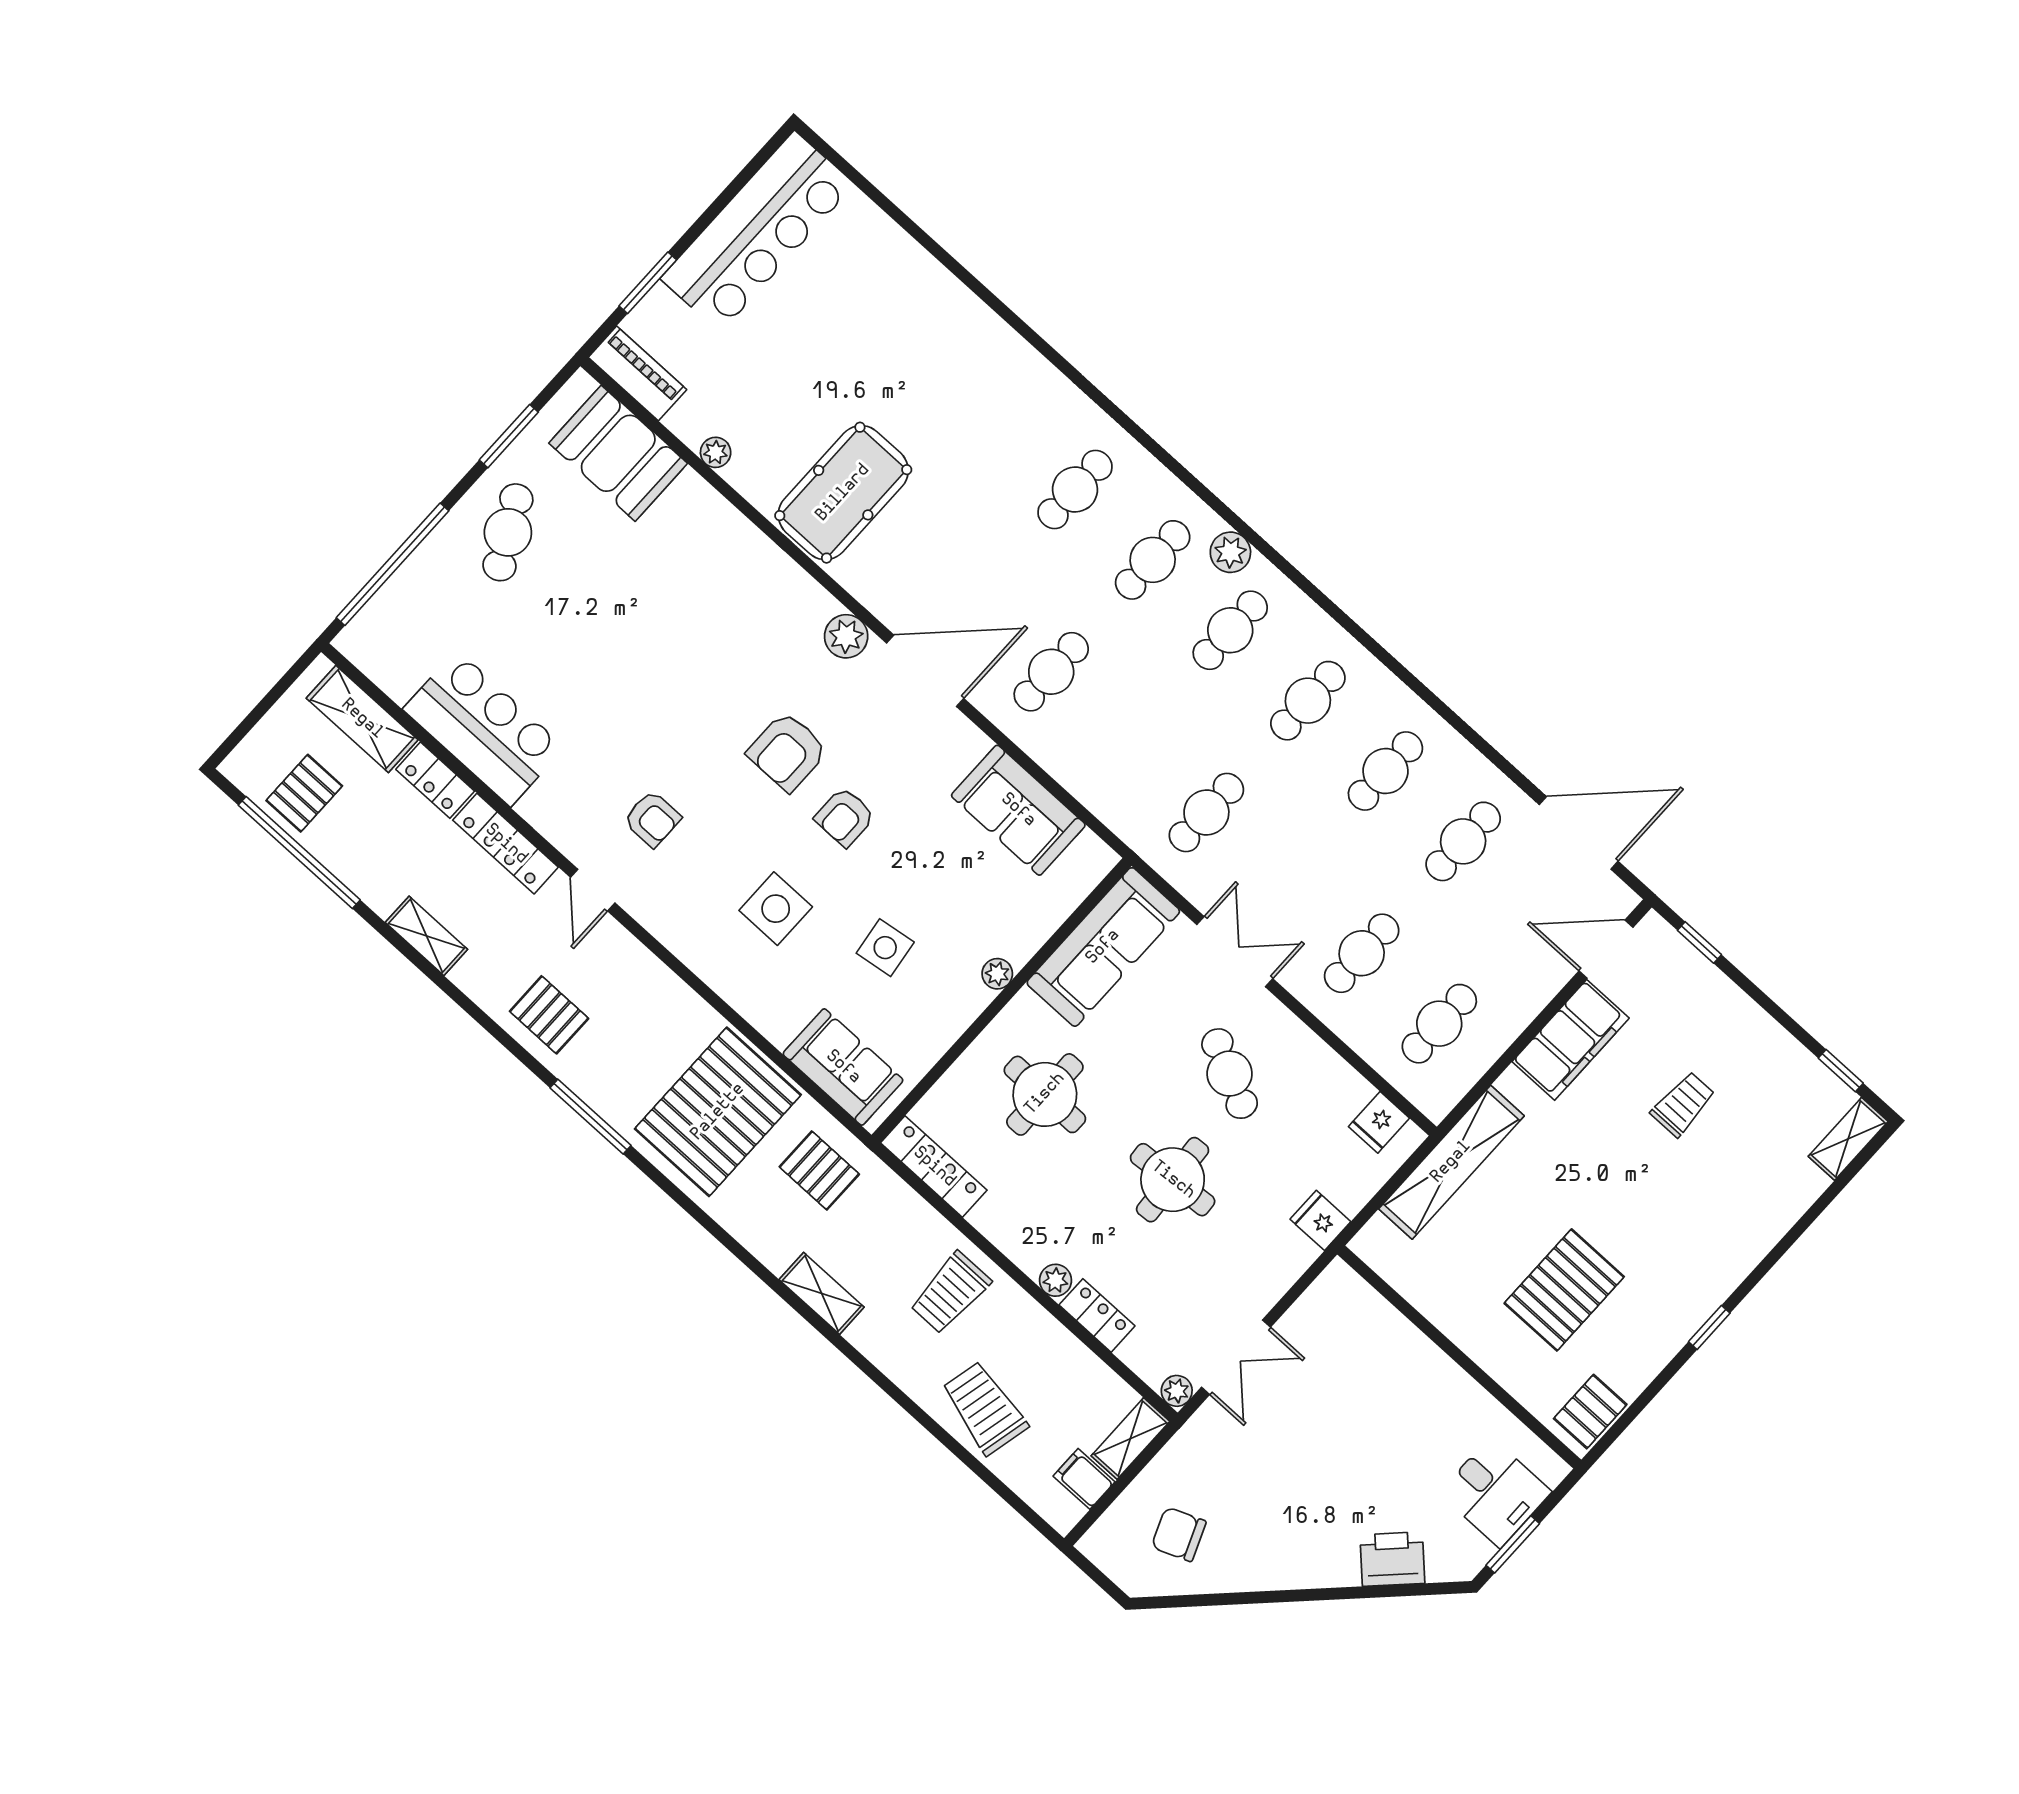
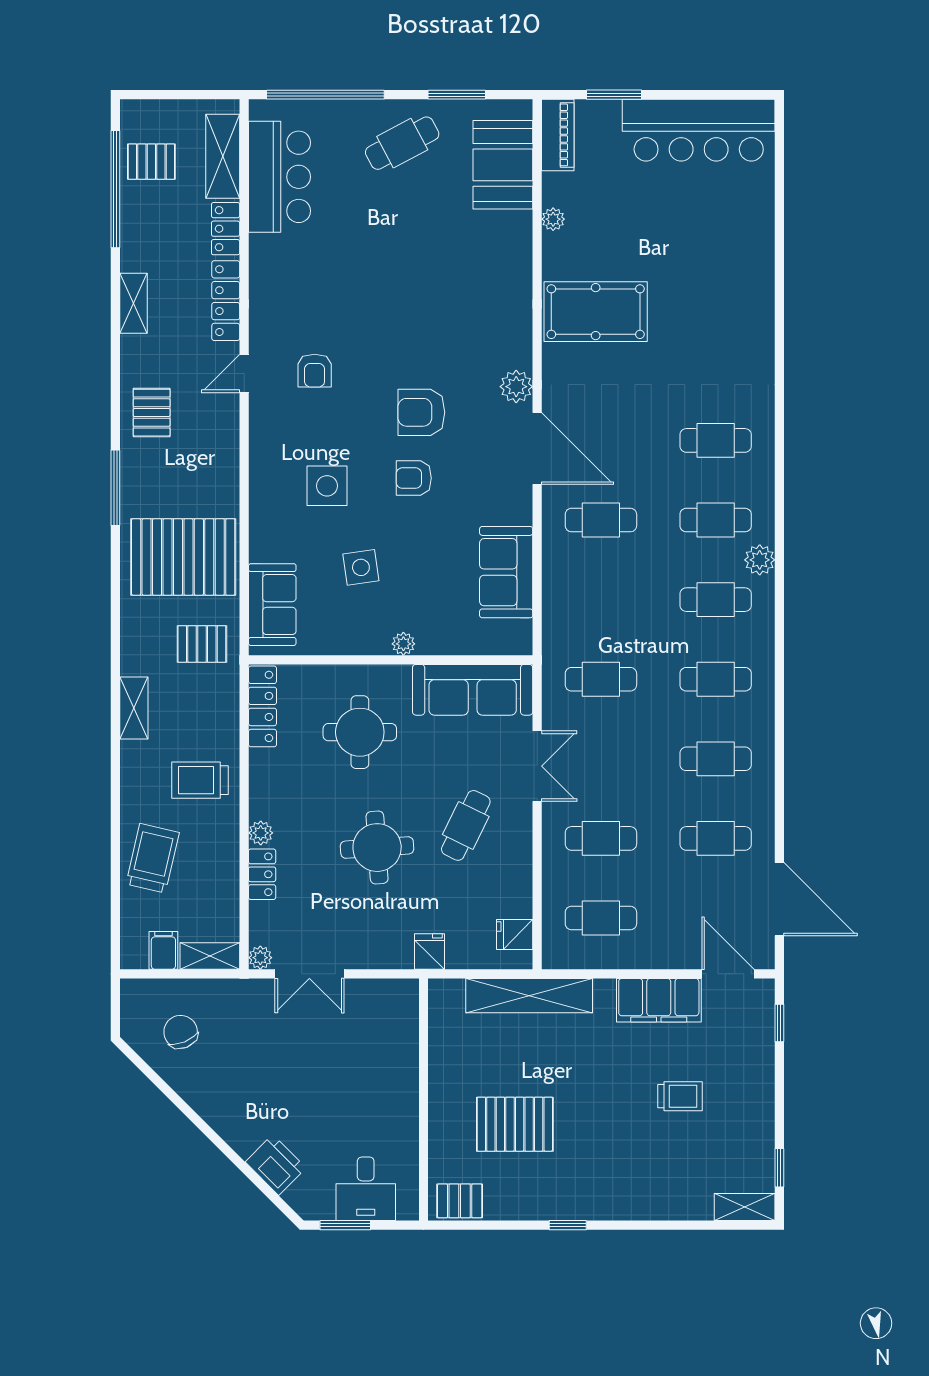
bar counter: (484, 728) -> (279, 177), moved
pallet: (819, 1170) -> (202, 644), turned 90

